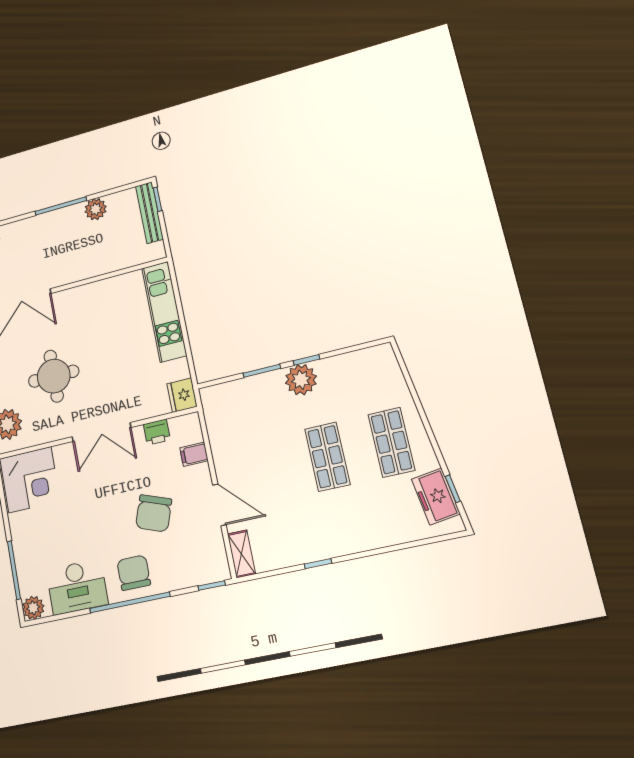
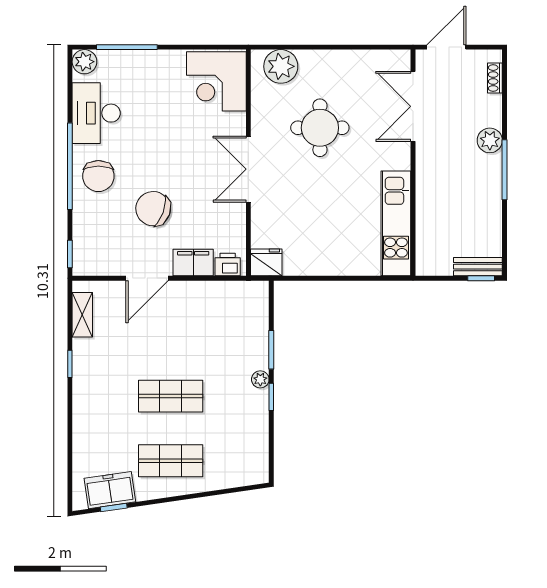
plant: (96, 209) -> (490, 140), moved
bench: (150, 213) -> (478, 267), width x0.73
kitchen unit: (164, 312) -> (396, 223), moved, turned -90
plant: (301, 380) -> (260, 379), width x0.53, depth x0.53
printer: (157, 432) -> (228, 264), moved, turned 90
filing cabinet: (194, 454) -> (193, 263), width x2.00
shelving: (241, 554) -> (82, 315), moved, turned 90
chair: (134, 573) -> (98, 176), turned 90

